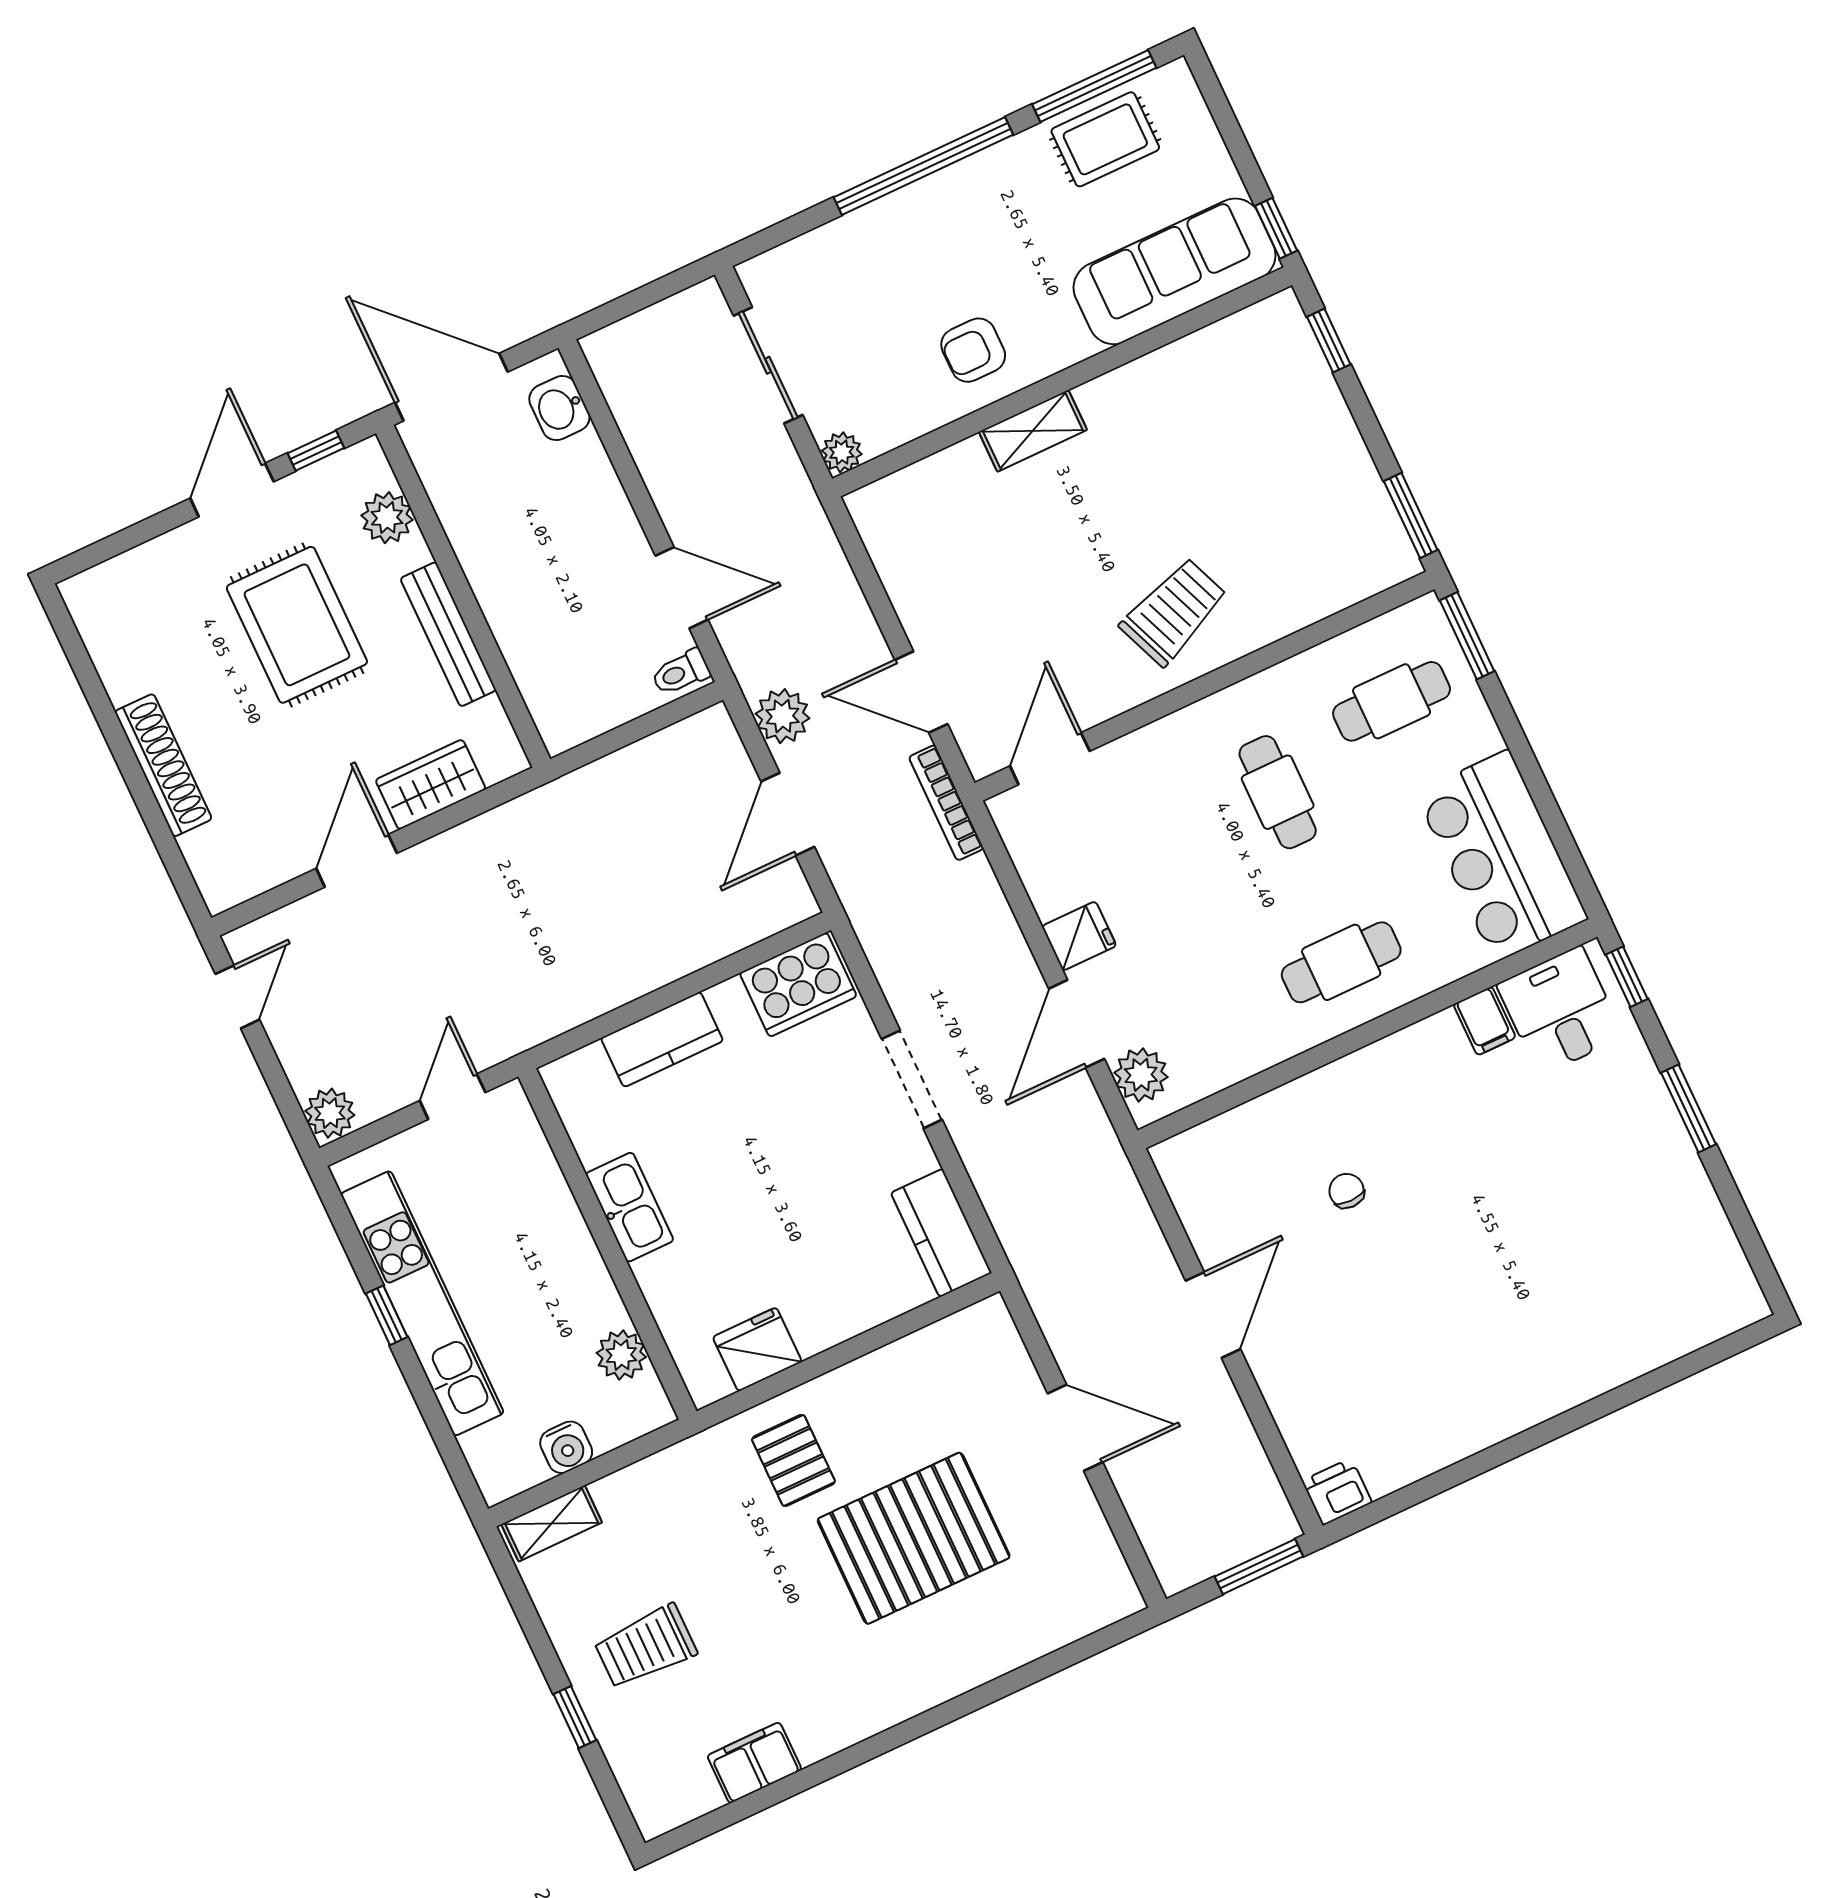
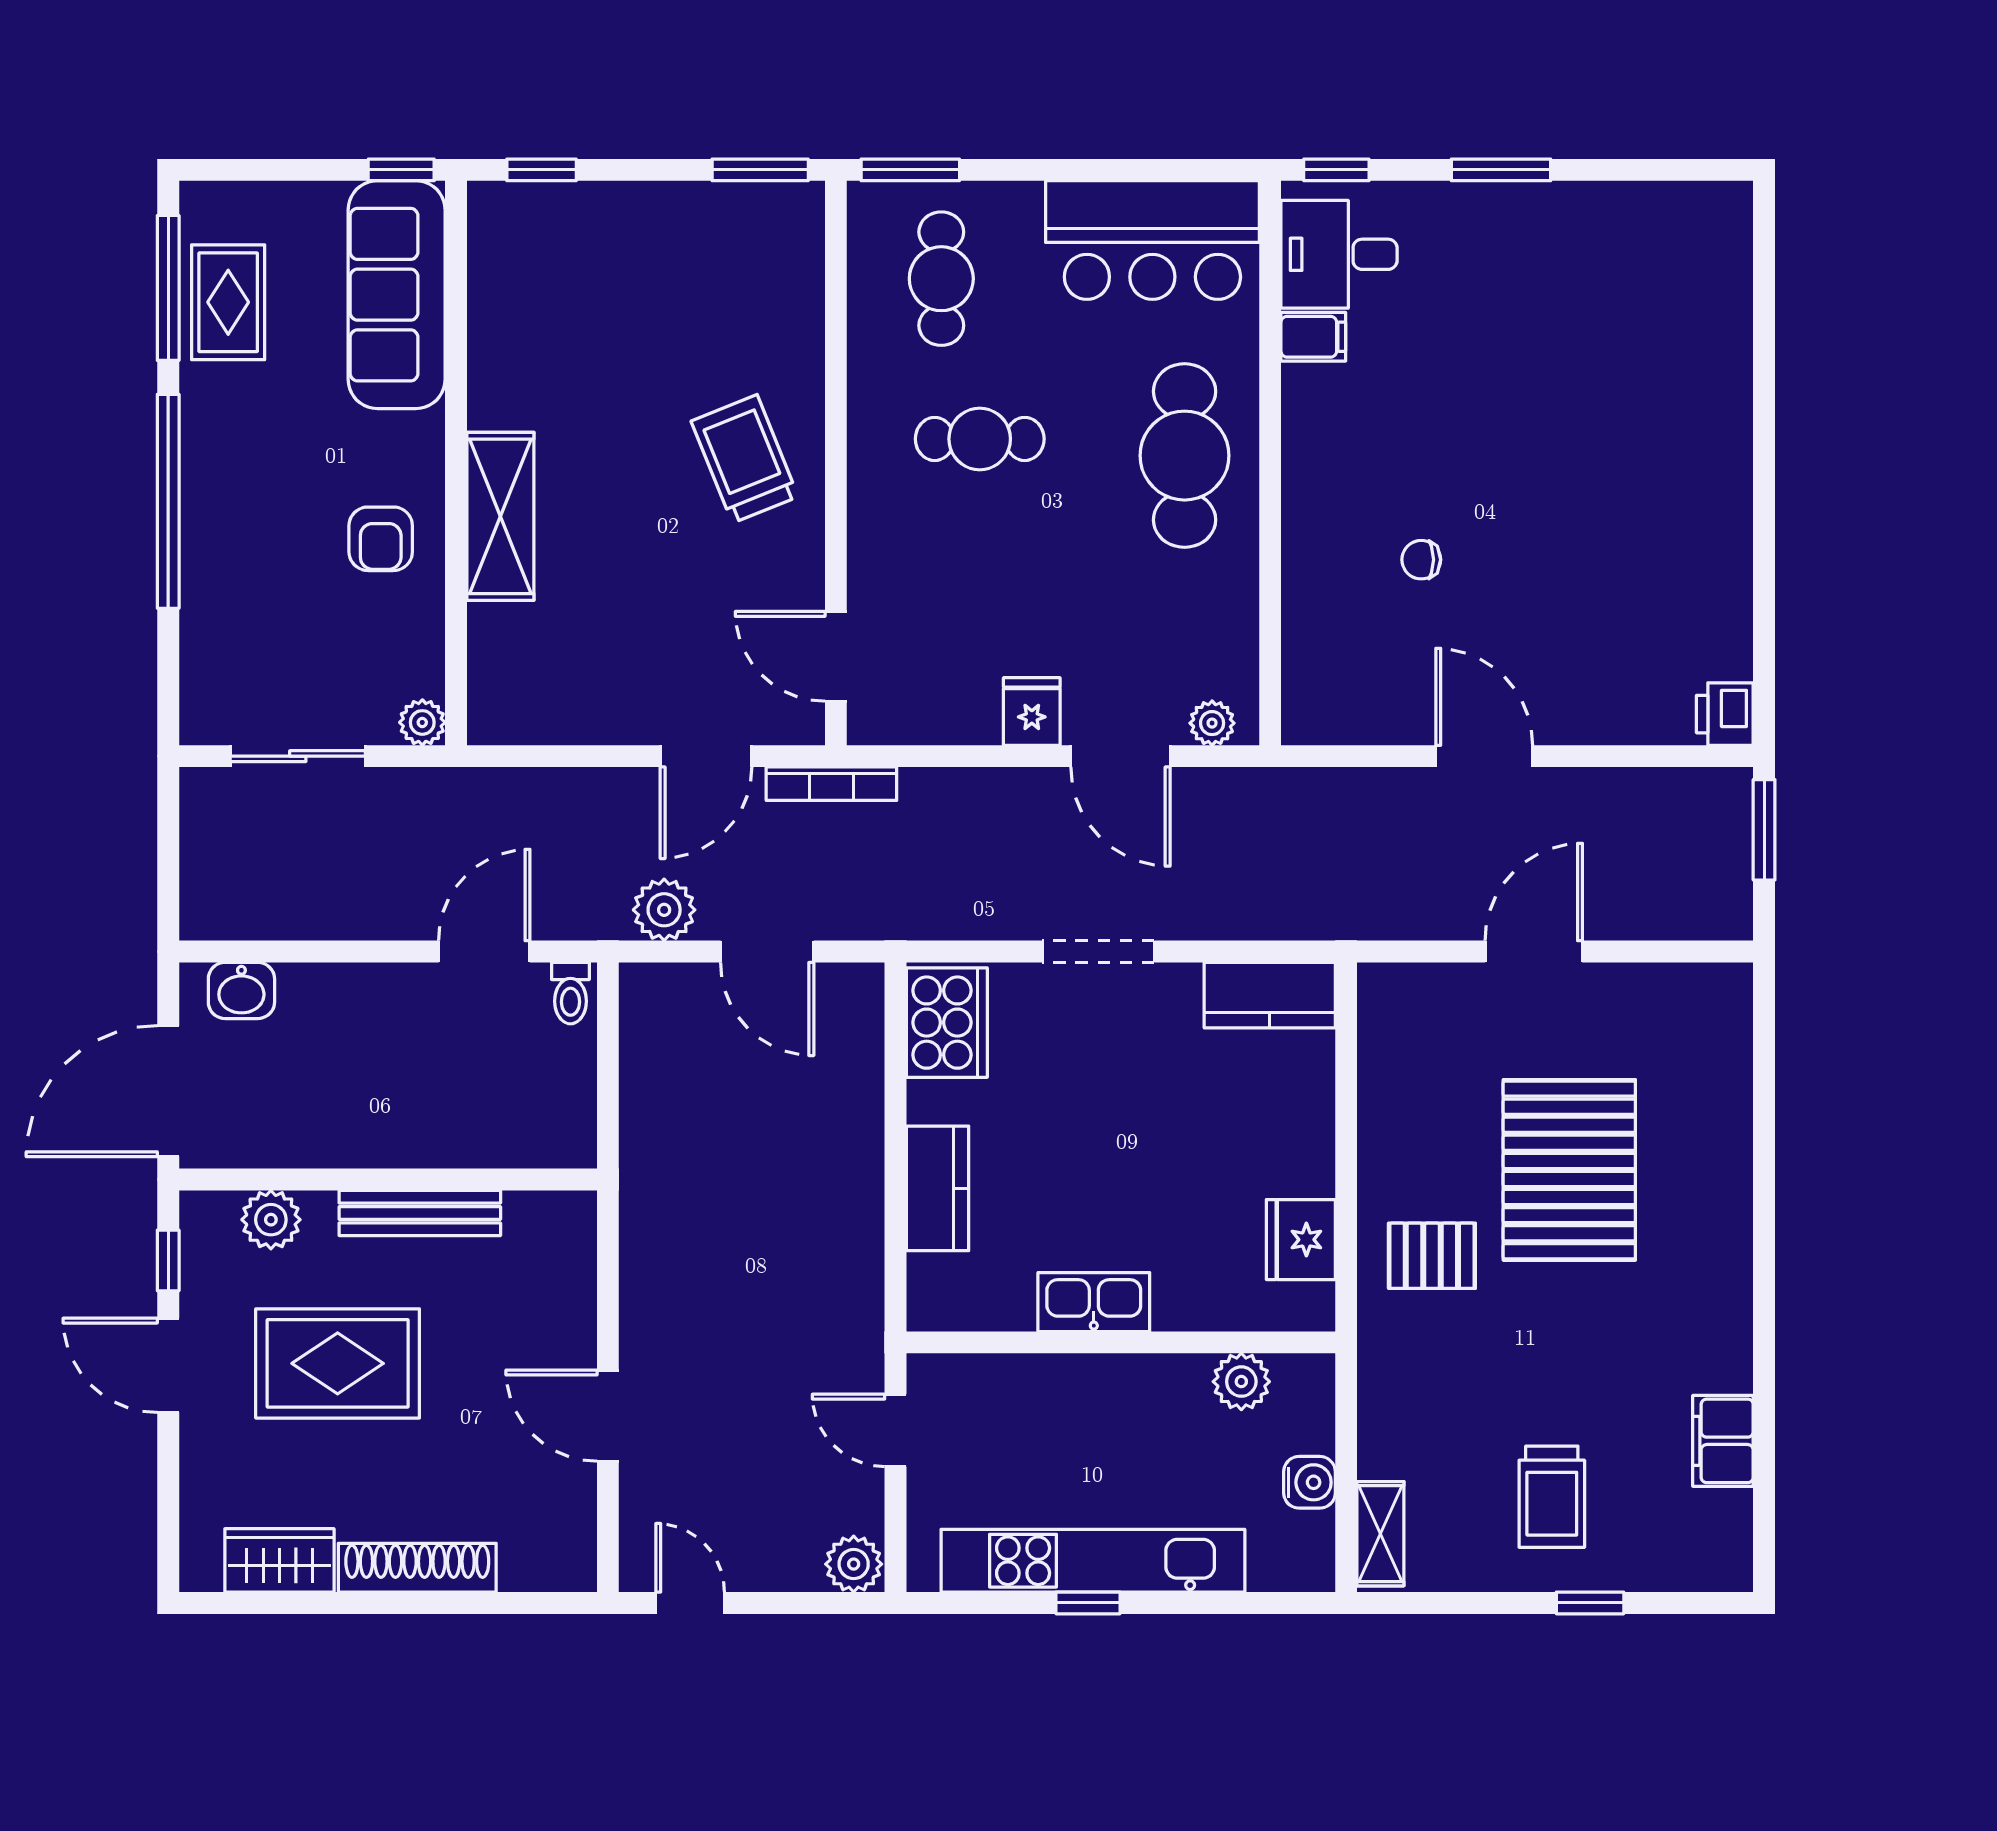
shelving: (1033, 431) -> (500, 516), width x1.50, depth x1.33
wardrobe: (431, 785) -> (279, 1560), moved, turned 90
cafe table: (1341, 962) -> (1185, 456), width x1.37, depth x1.35
plant: (1141, 1075) -> (1212, 723), width x0.73, depth x0.73

